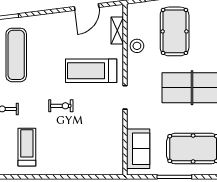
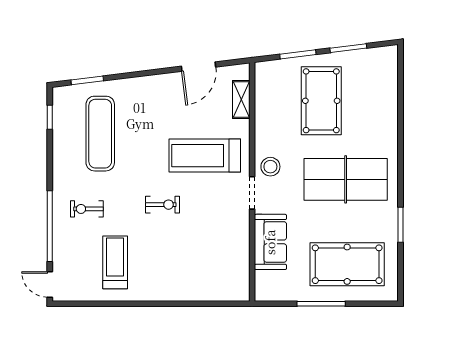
stool: (137, 46) -> (270, 167), moved
sofa: (138, 149) -> (270, 242), moved

